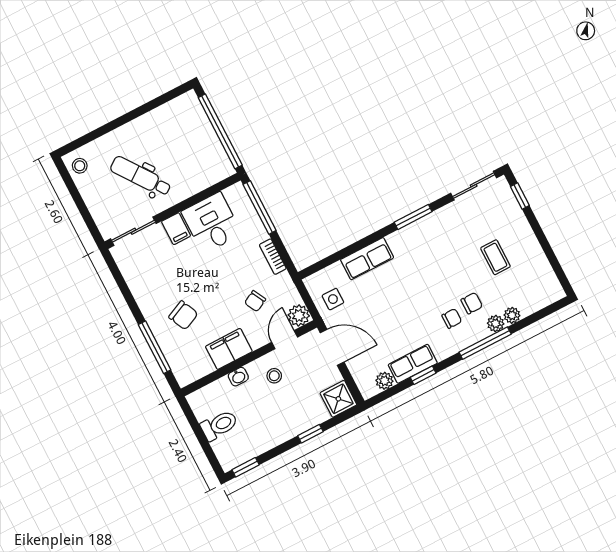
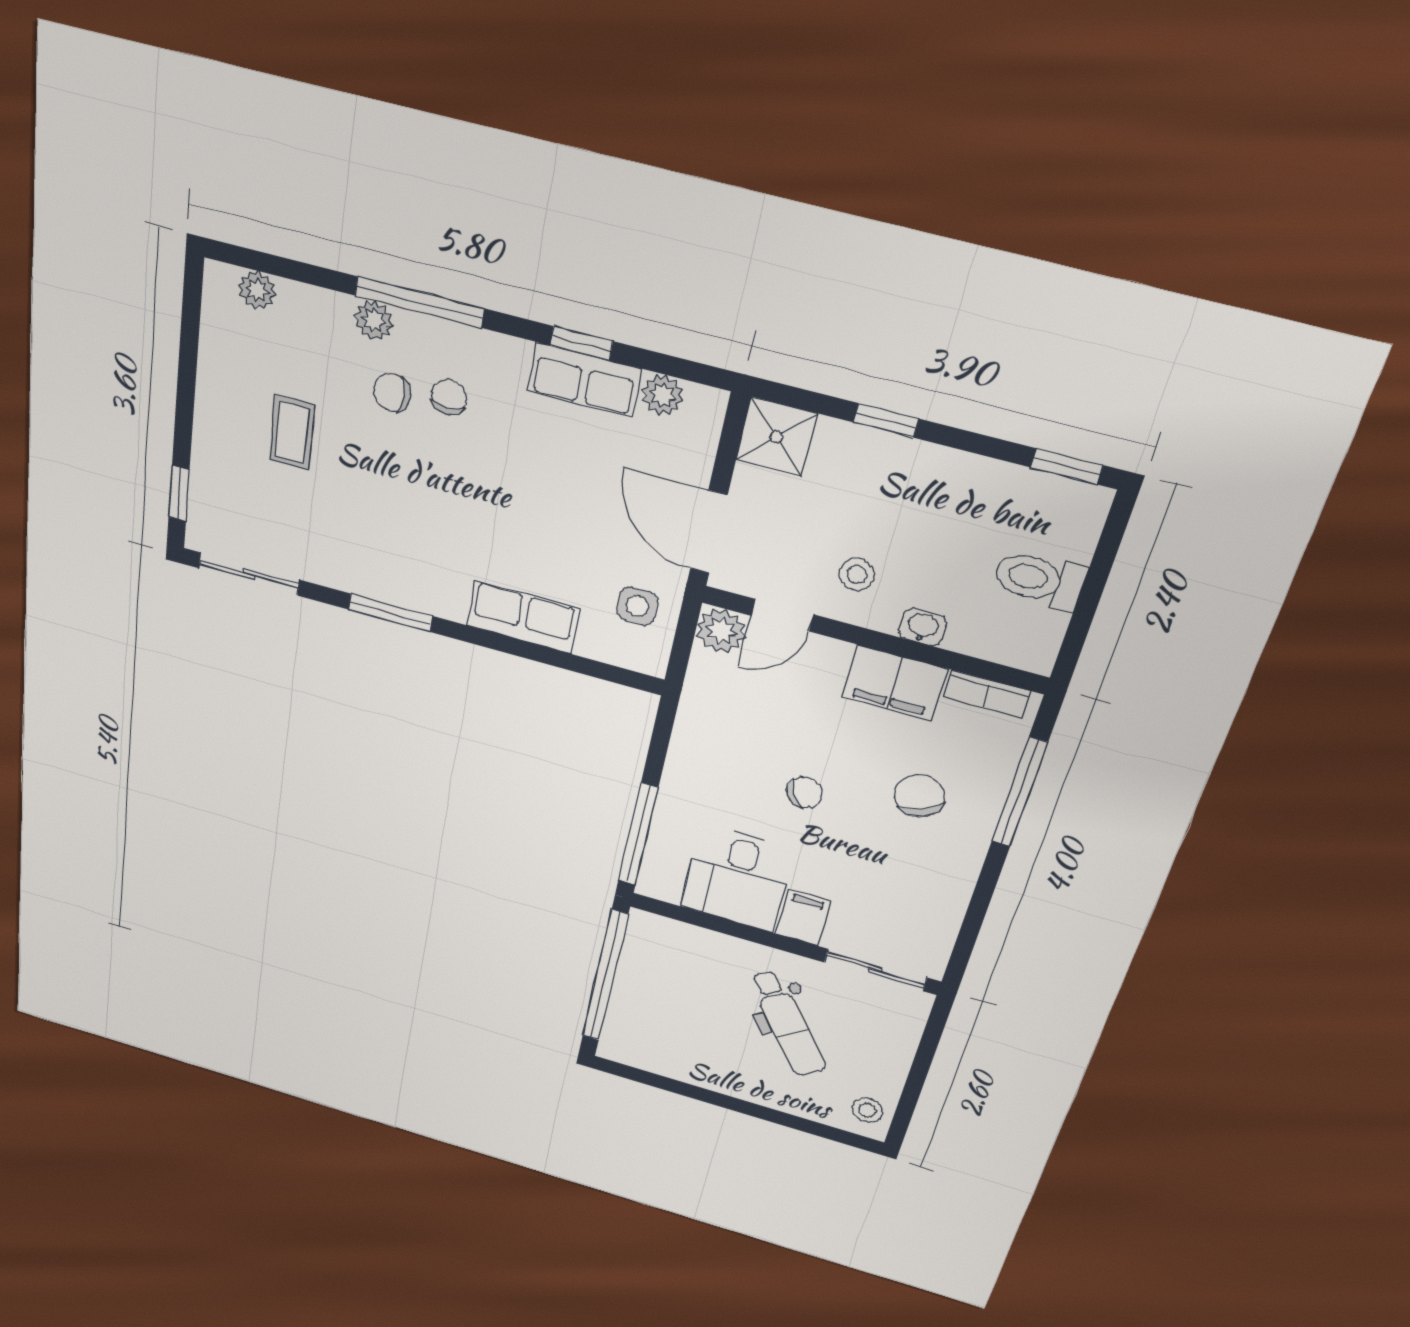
bookcase: (273, 257) -> (987, 694), moved, turned 90
chair: (255, 301) -> (805, 792), moved
plant: (512, 315) -> (257, 290), moved
chair: (452, 318) -> (449, 397), turned 90

